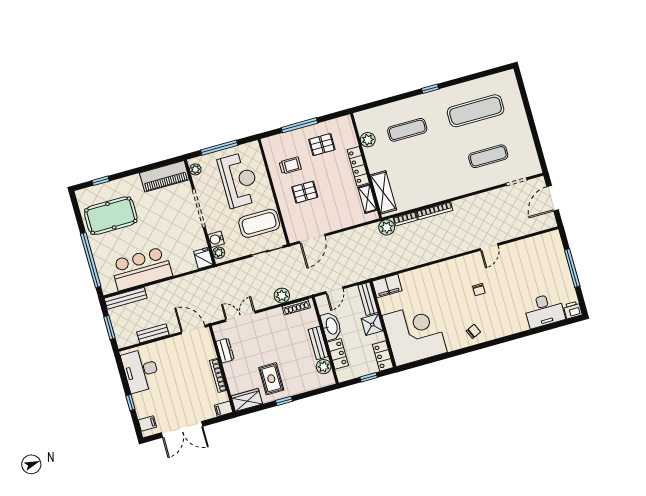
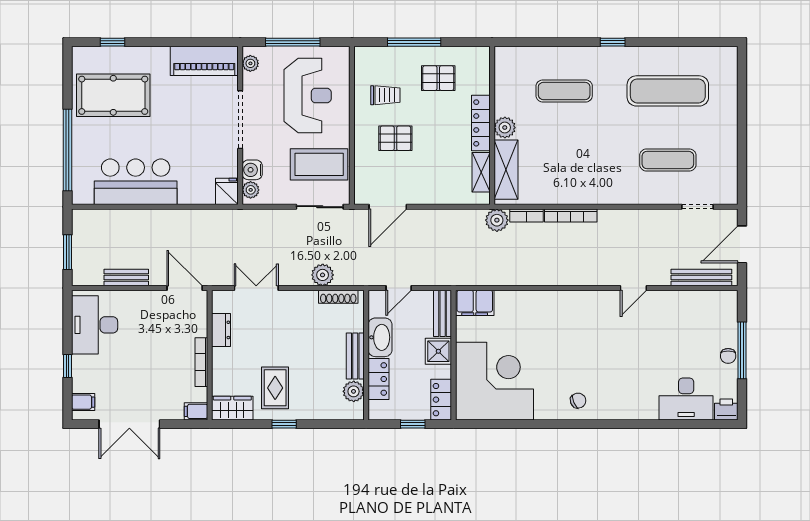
plant: (368, 140) -> (505, 128), moved
chair: (479, 290) -> (728, 356), moved
bench: (126, 298) -> (701, 277), moved

